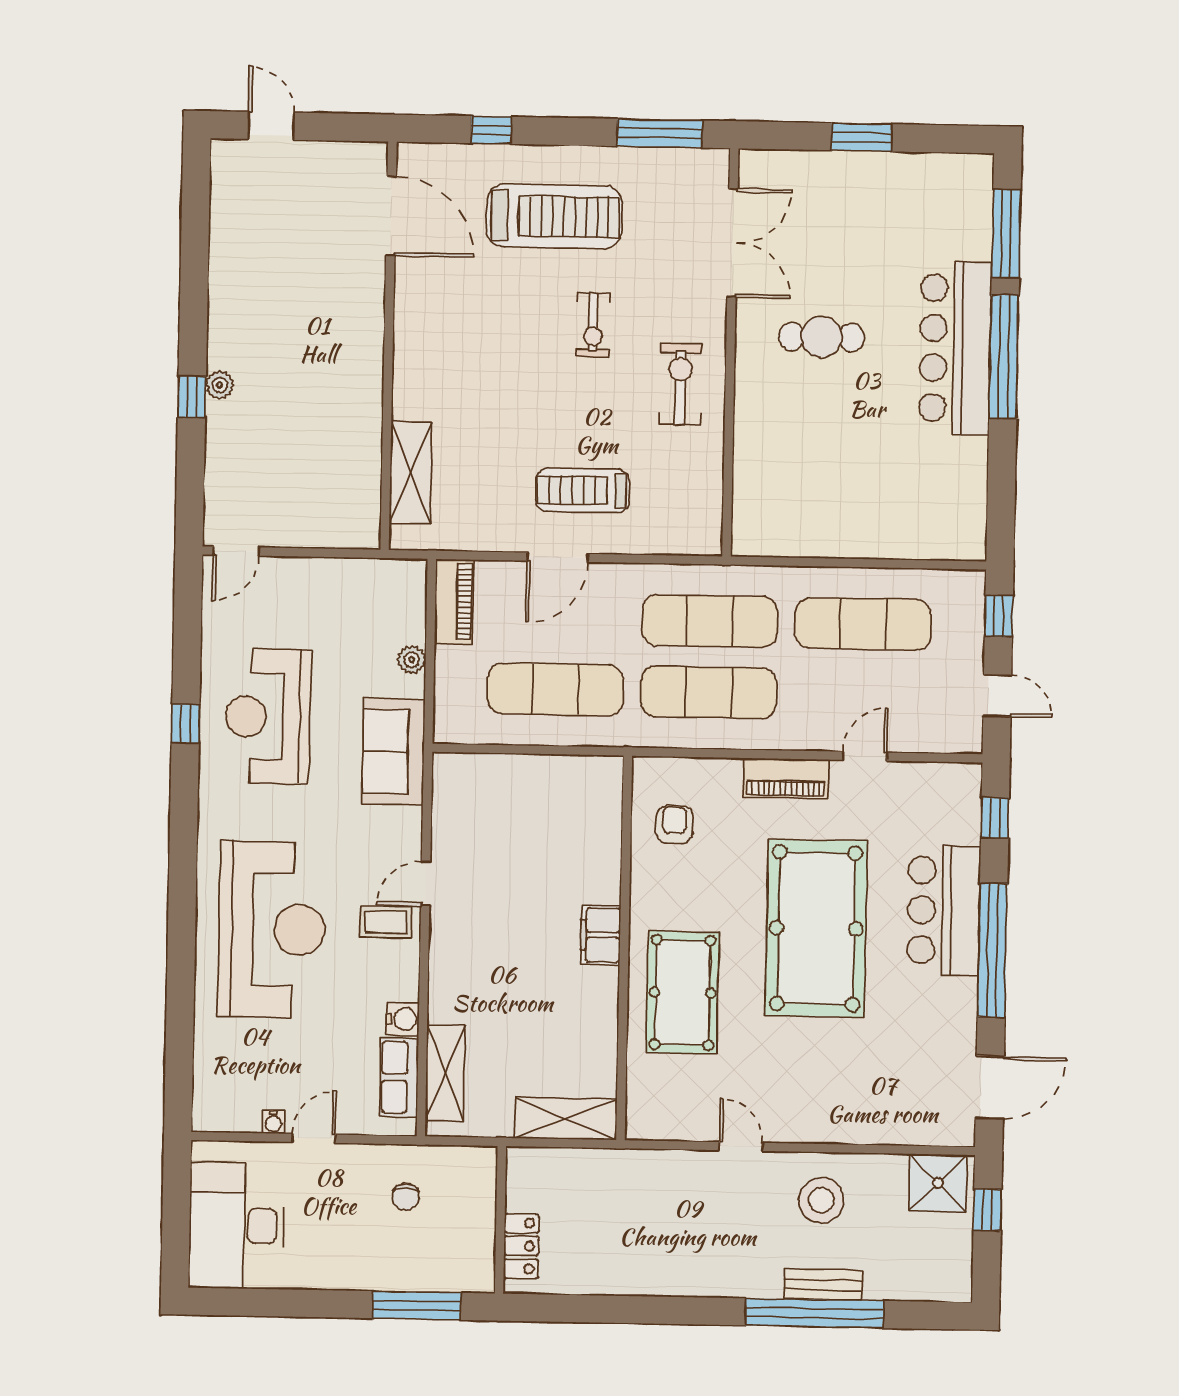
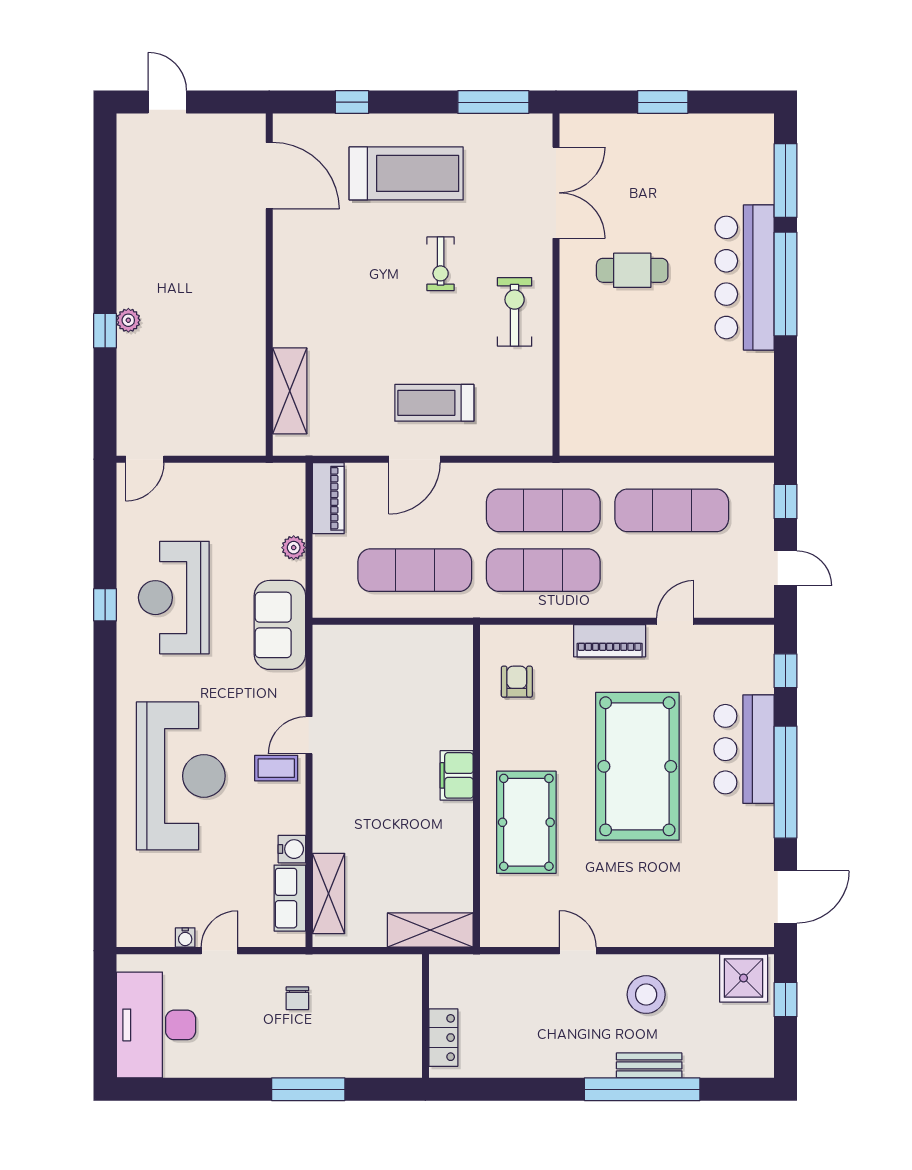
wall: (500, 1220) -> (425, 1016), moved
locker: (521, 1246) -> (443, 1038), moved

